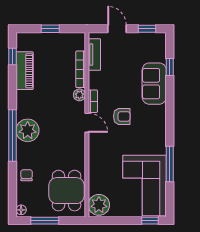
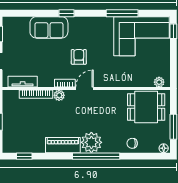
window: (170, 67) -> (66, 13), moved
piano: (25, 71) -> (63, 145), moved
plant: (99, 205) -> (159, 82), width x0.53, depth x0.53

